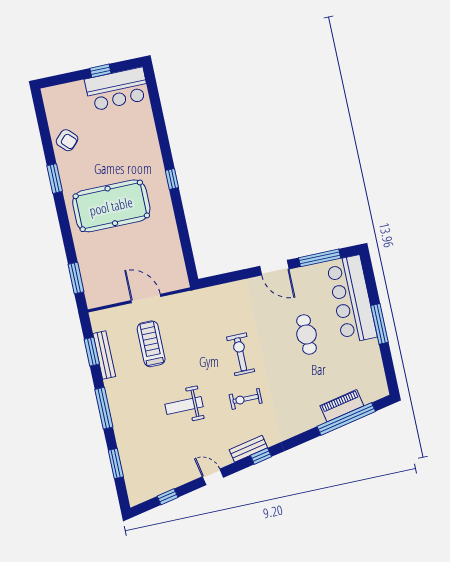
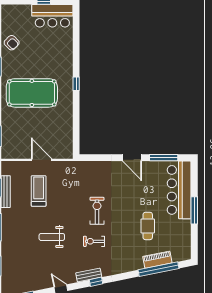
cafe table: (307, 334) -> (148, 226), moved

